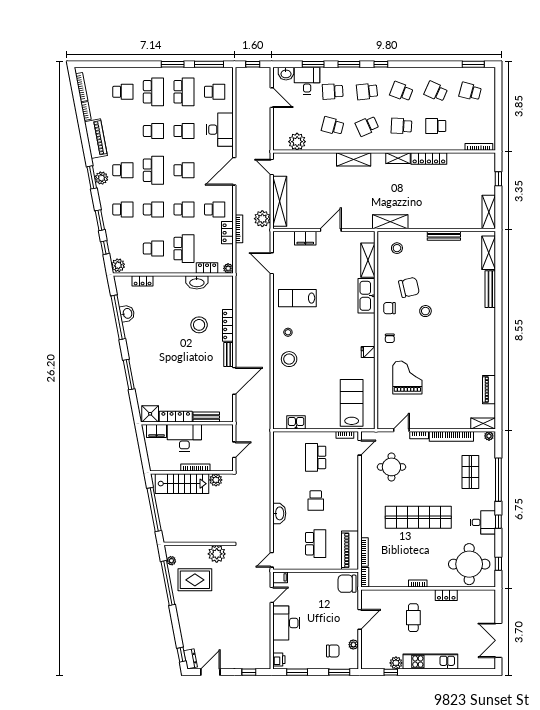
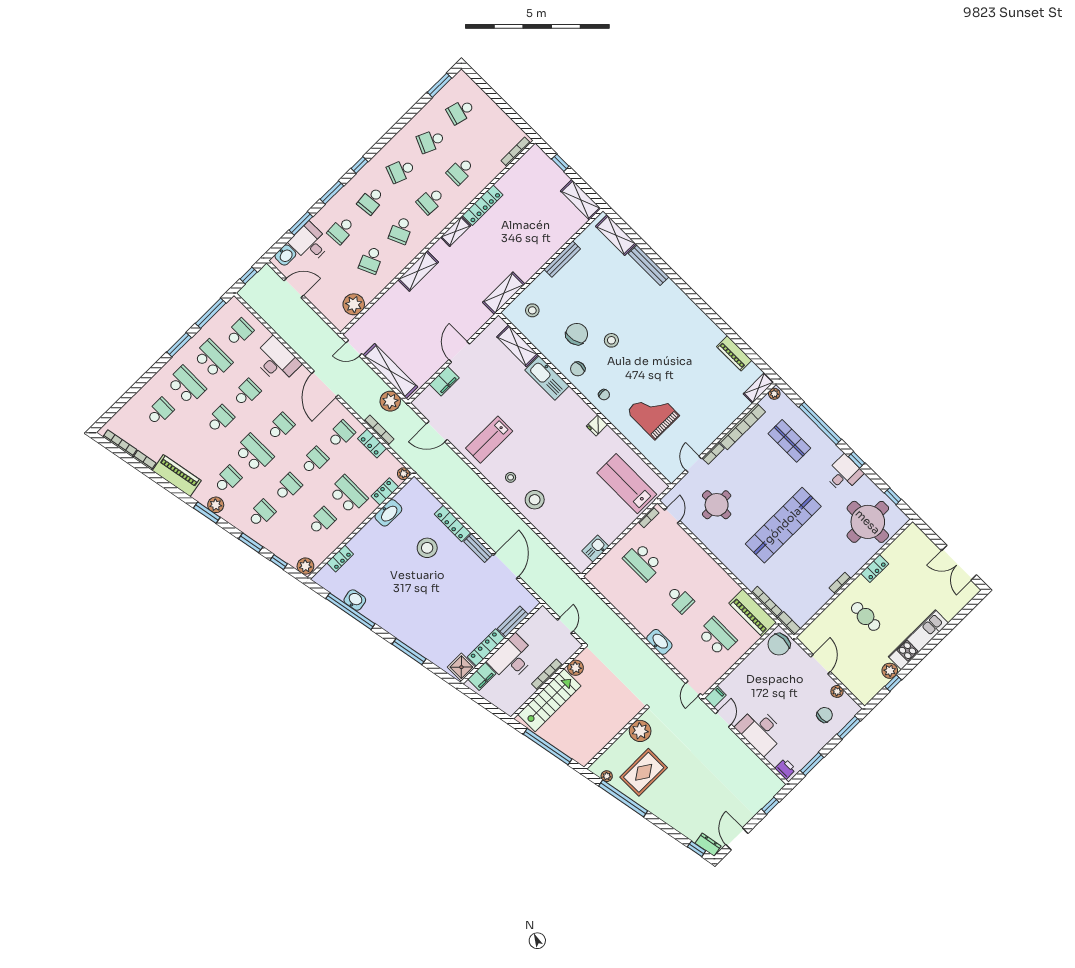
school desk: (333, 126) -> (371, 260), turned -39

